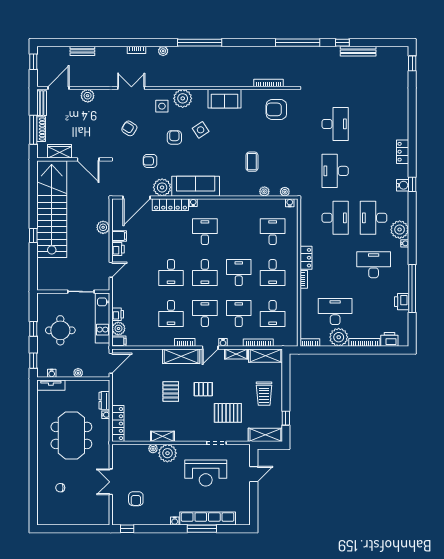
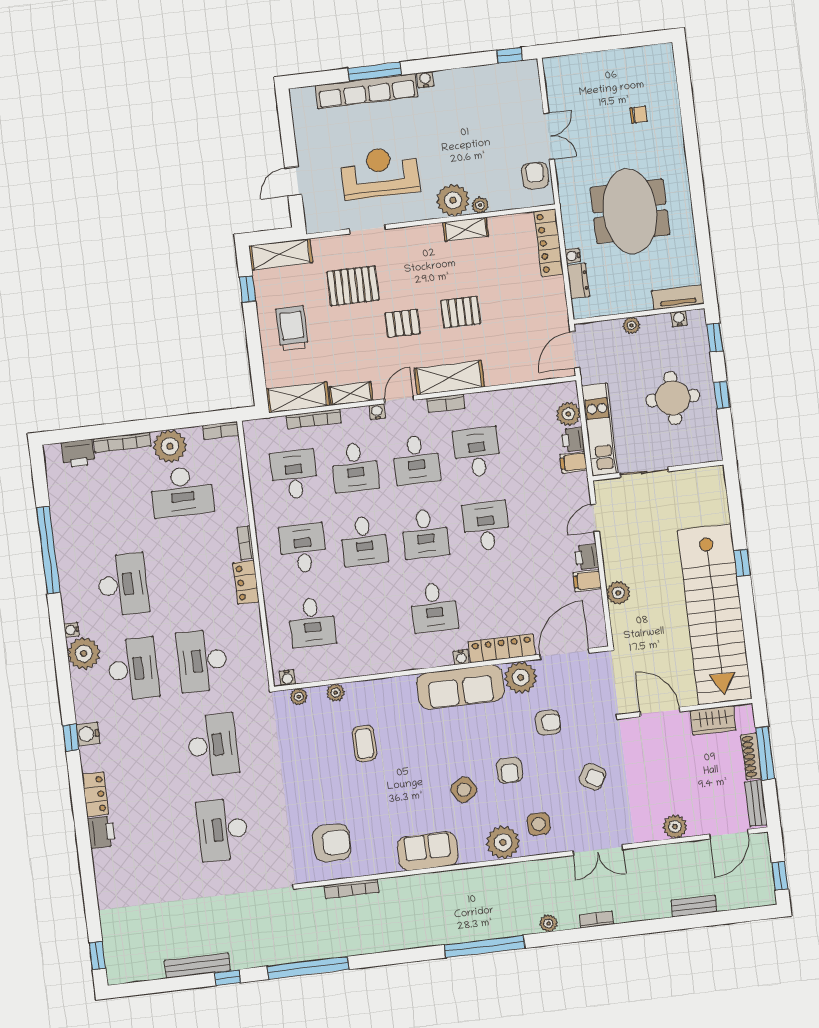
desk: (374, 265) -> (123, 585), turned -90
desk: (205, 273) -> (425, 534), turned 180
printer: (402, 302) -> (102, 832), moved
filing cabinet: (119, 341) -> (573, 462), moved
pallet: (171, 391) -> (461, 312), turned 90
armchair: (136, 499) -> (535, 176), moved

